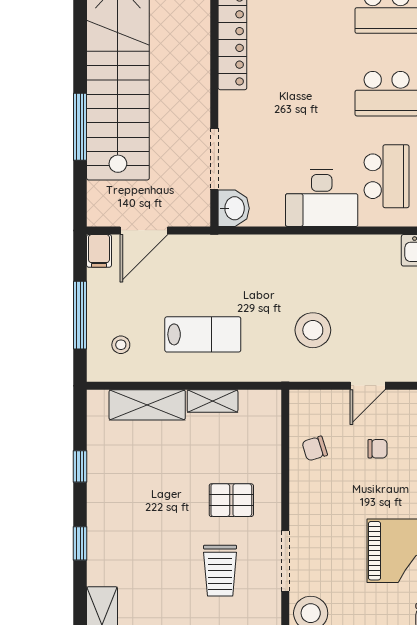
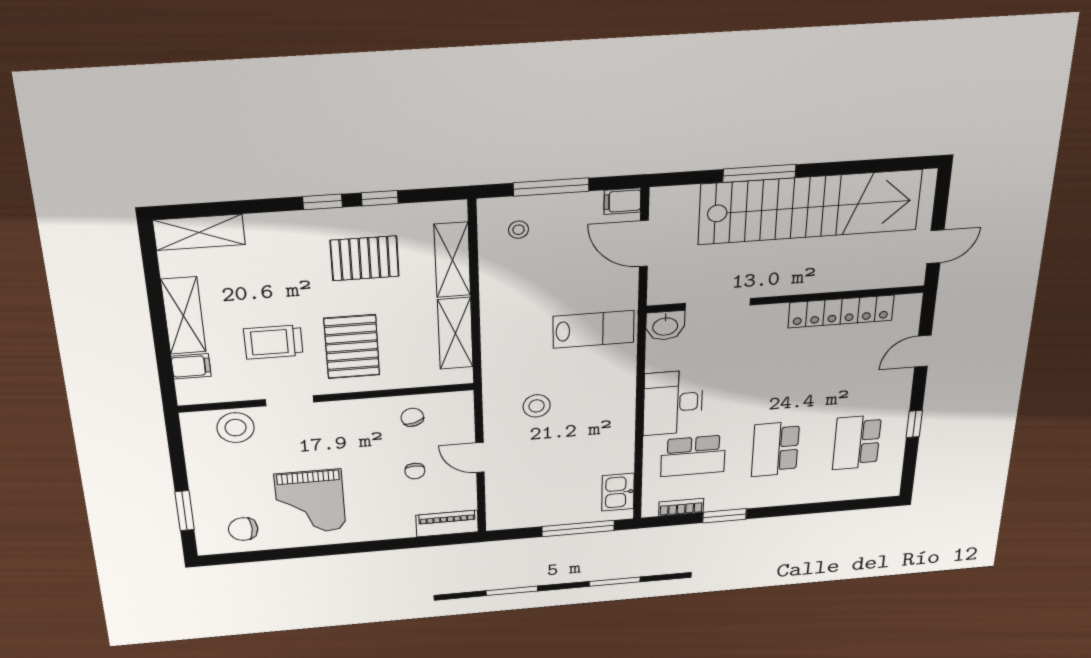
stool: (313, 330) -> (537, 406), width x0.73, depth x0.73
lab bench: (203, 334) -> (594, 329), moved, turned -90
shelving: (213, 401) -> (455, 333), width x1.50, depth x1.33
pallet: (139, 483) -> (365, 258), added
pallet: (231, 500) -> (352, 347), width x1.50, depth x1.42
window: (80, 543) -> (322, 202), moved
doorway: (285, 561) -> (290, 401), width x0.73

